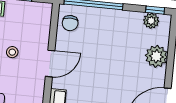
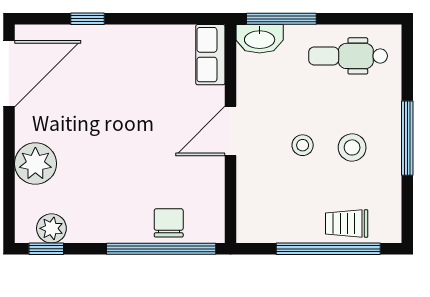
chair: (70, 23) -> (169, 223), moved

